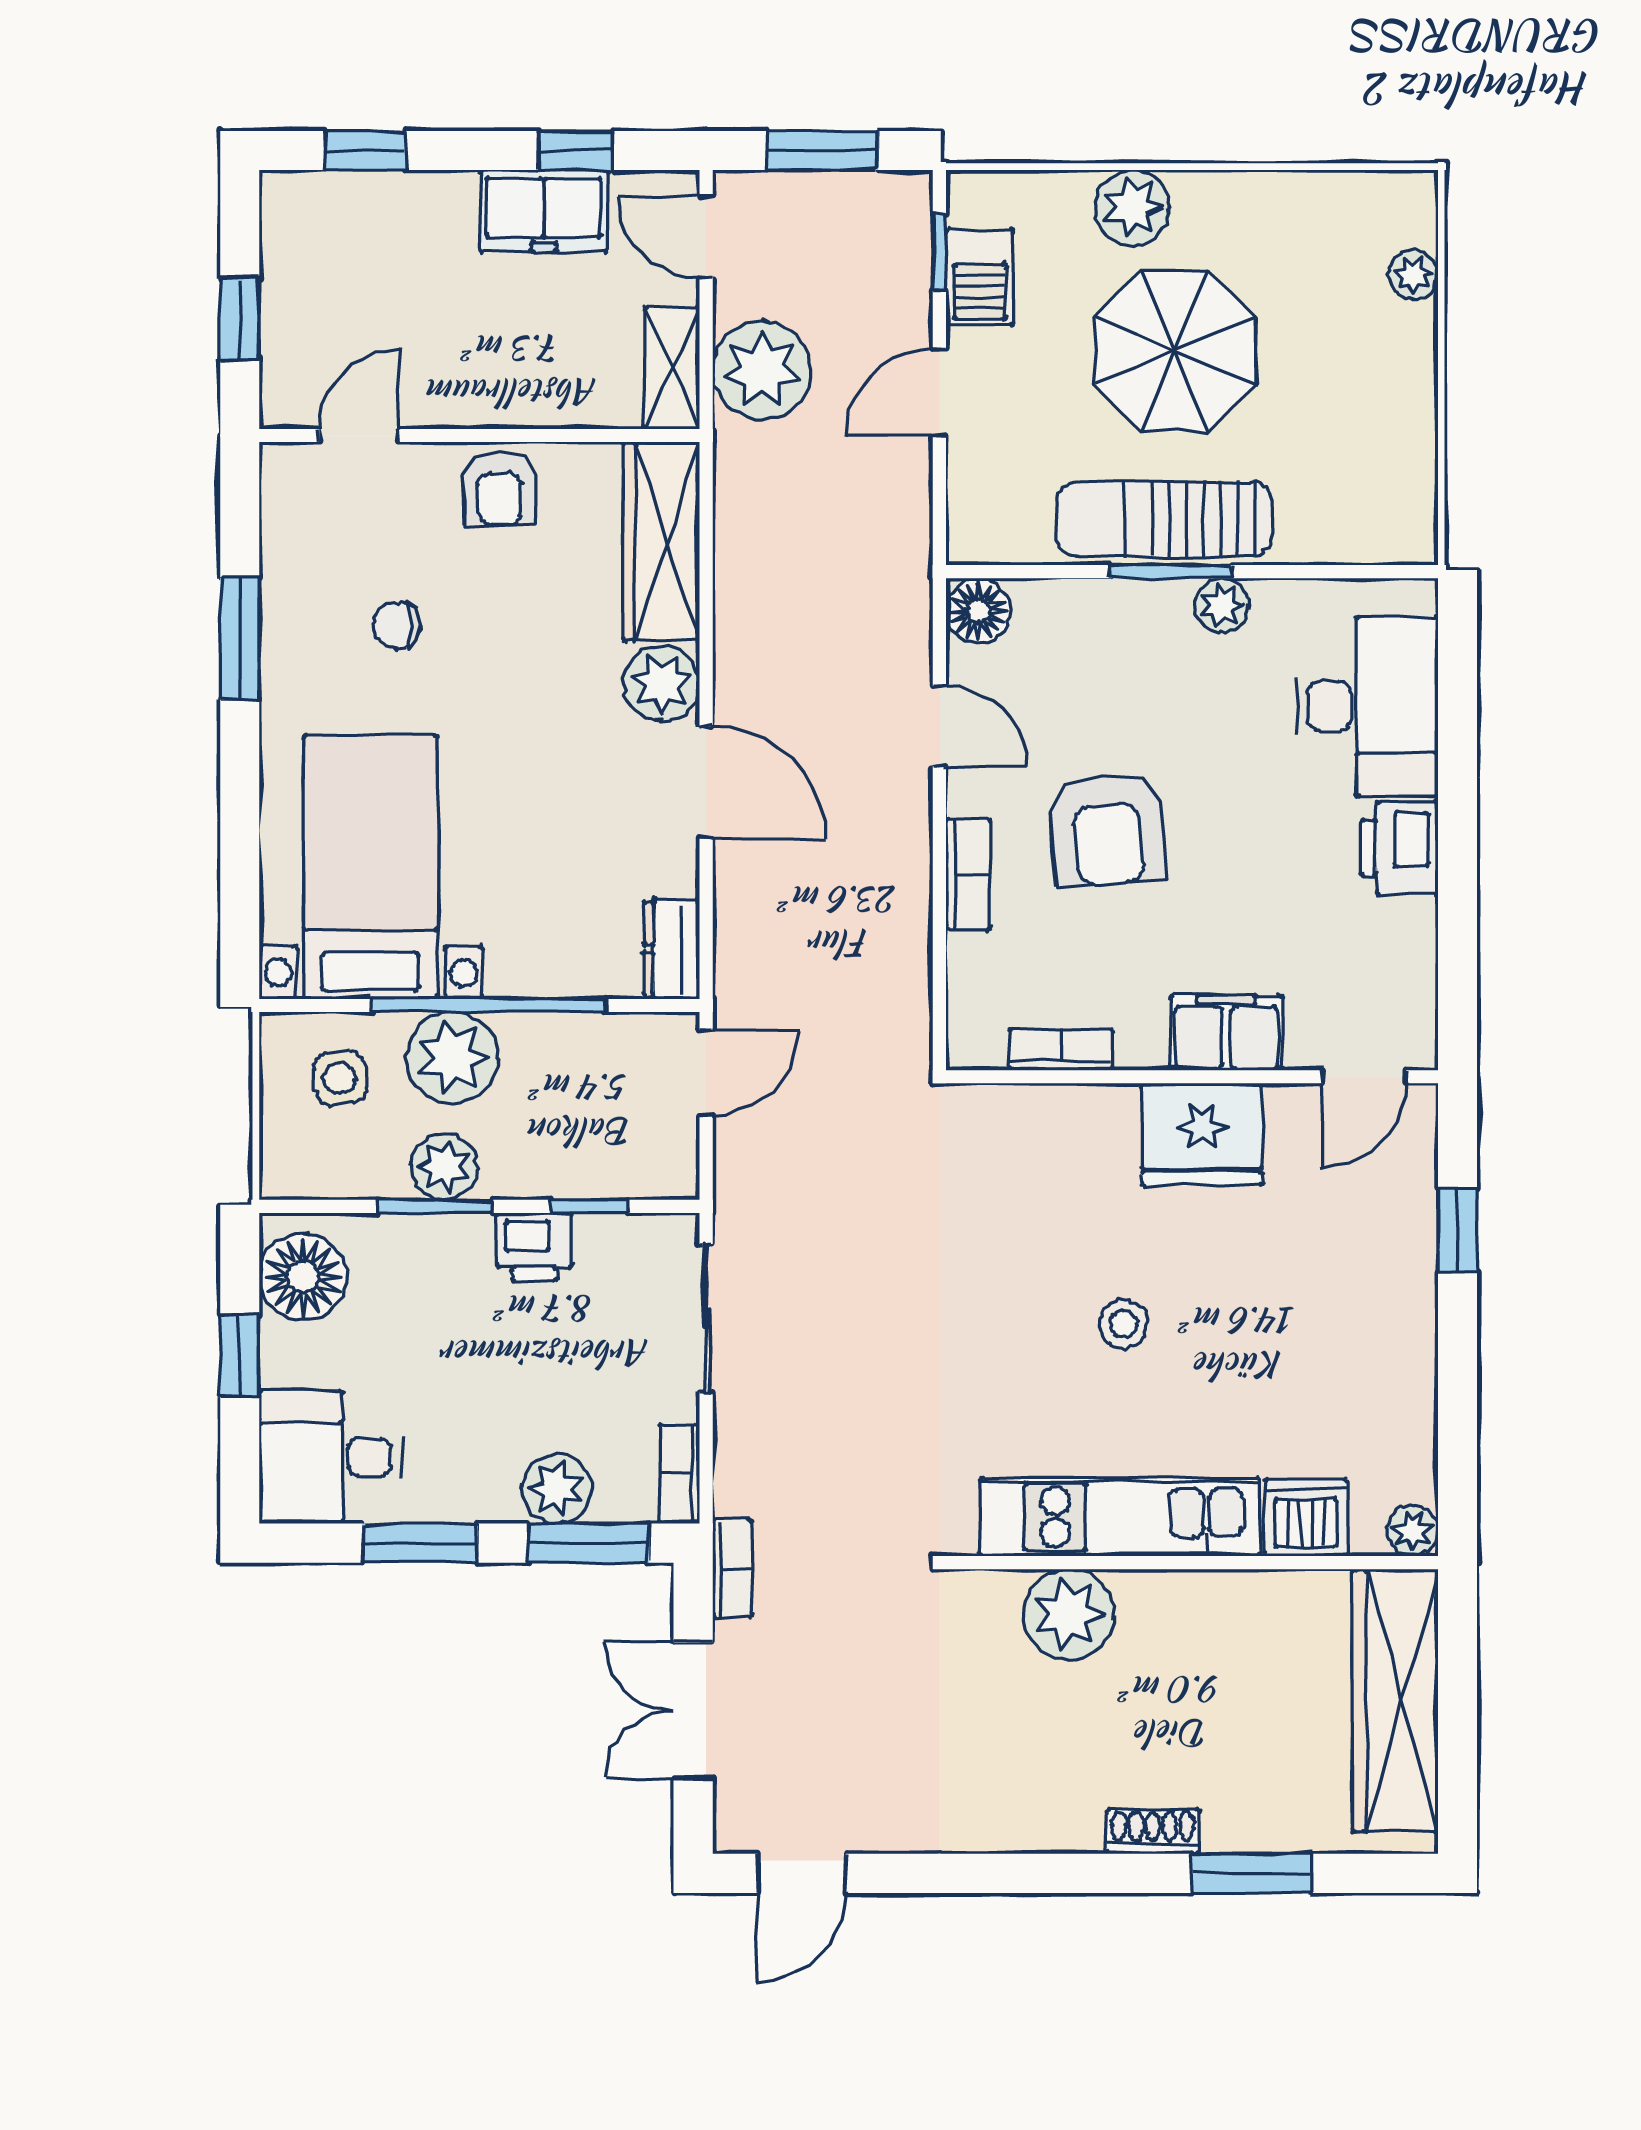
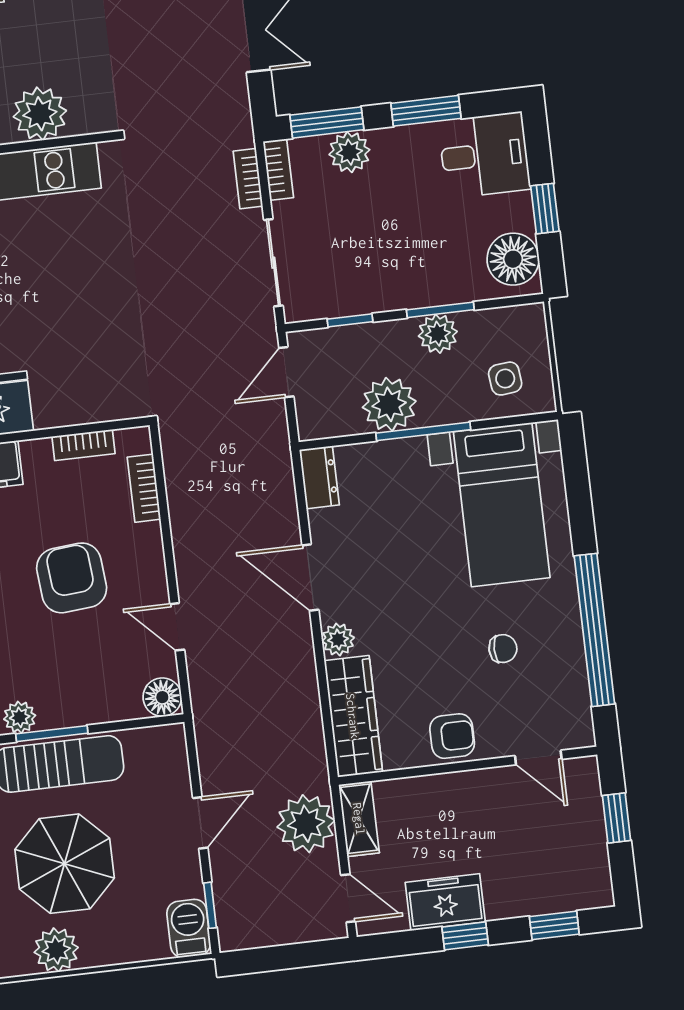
window: (575, 151) -> (465, 936), moved
window: (822, 151) -> (286, 957), removed
plant: (1132, 208) -> (56, 950), moved
barbecue: (980, 277) -> (189, 928), moved
door: (359, 436) -> (538, 757), hinge flipped
armchair: (500, 488) -> (452, 736), turned 90
window: (240, 639) -> (594, 630), width x2.11
plant: (662, 683) -> (338, 640), width x0.73, depth x0.73
bookcase: (968, 874) -> (144, 488), moved
window: (488, 1005) -> (423, 431), width x0.68
plant: (452, 1058) -> (389, 404), moved
door: (706, 1072) -> (286, 372), moved
printer: (534, 1247) -> (379, 293), removed
stool: (1124, 1324) -> (28, 288), removed
bookcase: (732, 1569) -> (248, 179), moved

